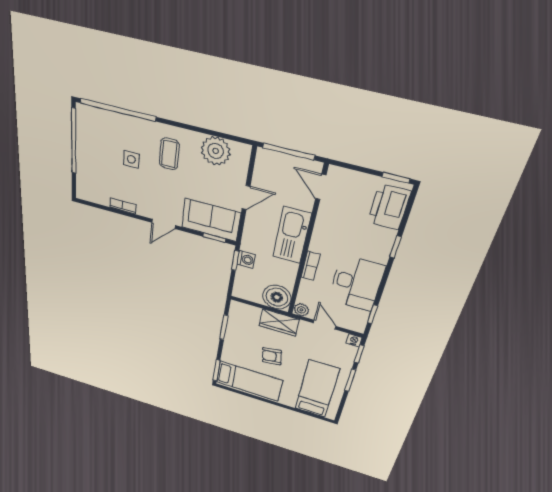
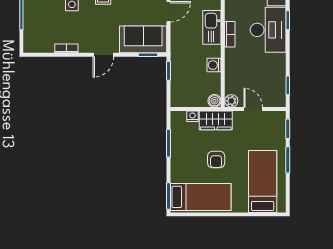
kitchen sink: (292, 235) -> (212, 27), width x0.73, depth x0.81
washing machine: (246, 259) -> (214, 65), moved, turned 180
bookcase: (311, 266) -> (230, 34), moved
desk: (356, 283) -> (268, 30), moved
boiler: (277, 297) -> (214, 101), width x0.54, depth x0.54
nightstand: (354, 340) -> (192, 116), moved
armchair: (272, 356) -> (216, 160), turned -81

